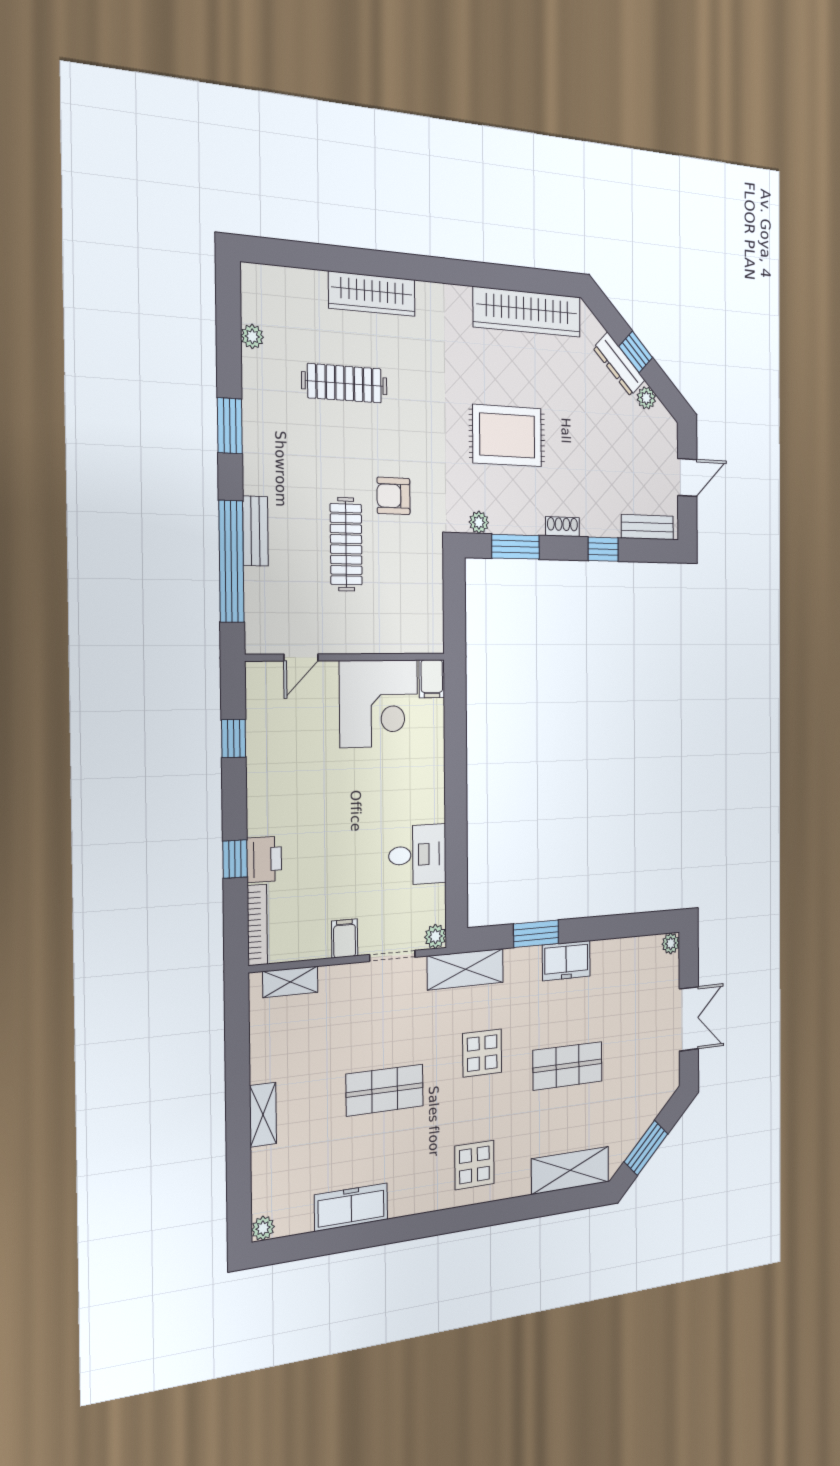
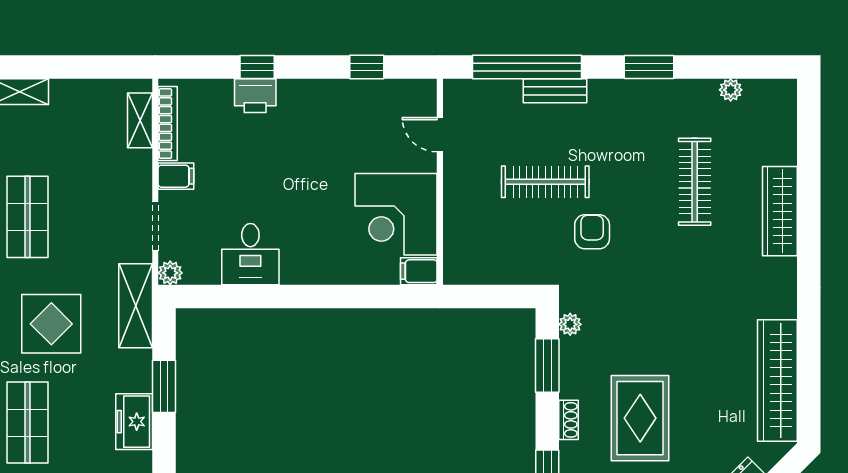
rug: (507, 436) -> (640, 418), moved
bookcase: (257, 925) -> (168, 124), moved, turned -90
display table: (482, 1053) -> (51, 324), width x1.36, depth x1.36

